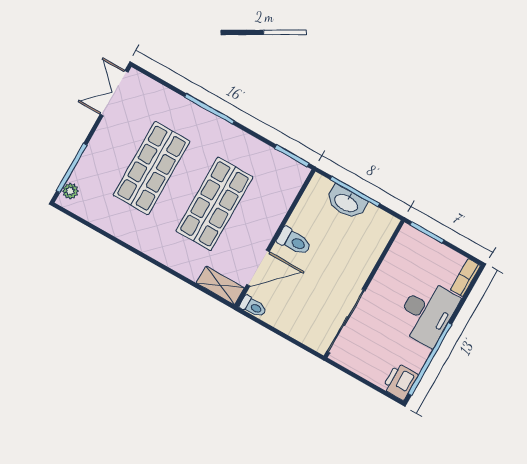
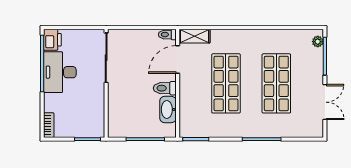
double door: (114, 93) -> (325, 102), moved
washbasin: (346, 203) -> (168, 109), moved, turned -90
desk: (427, 313) -> (60, 72), moved

